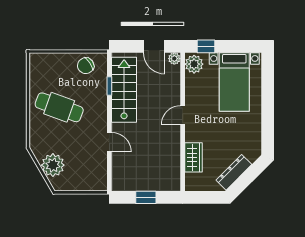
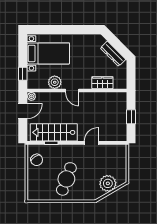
plant: (194, 64) -> (55, 82), moved

